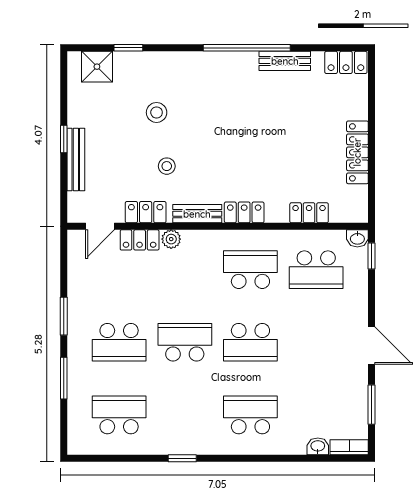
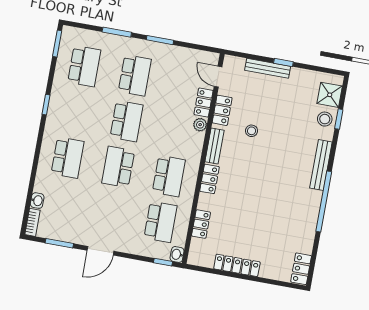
bench: (285, 61) -> (321, 165), moved, width x1.36
stool: (157, 112) -> (325, 119), moved
school desk: (316, 270) -> (160, 222), turned 180
school desk: (119, 342) -> (135, 75), turned 180
window: (95, 458) -> (57, 44), added

